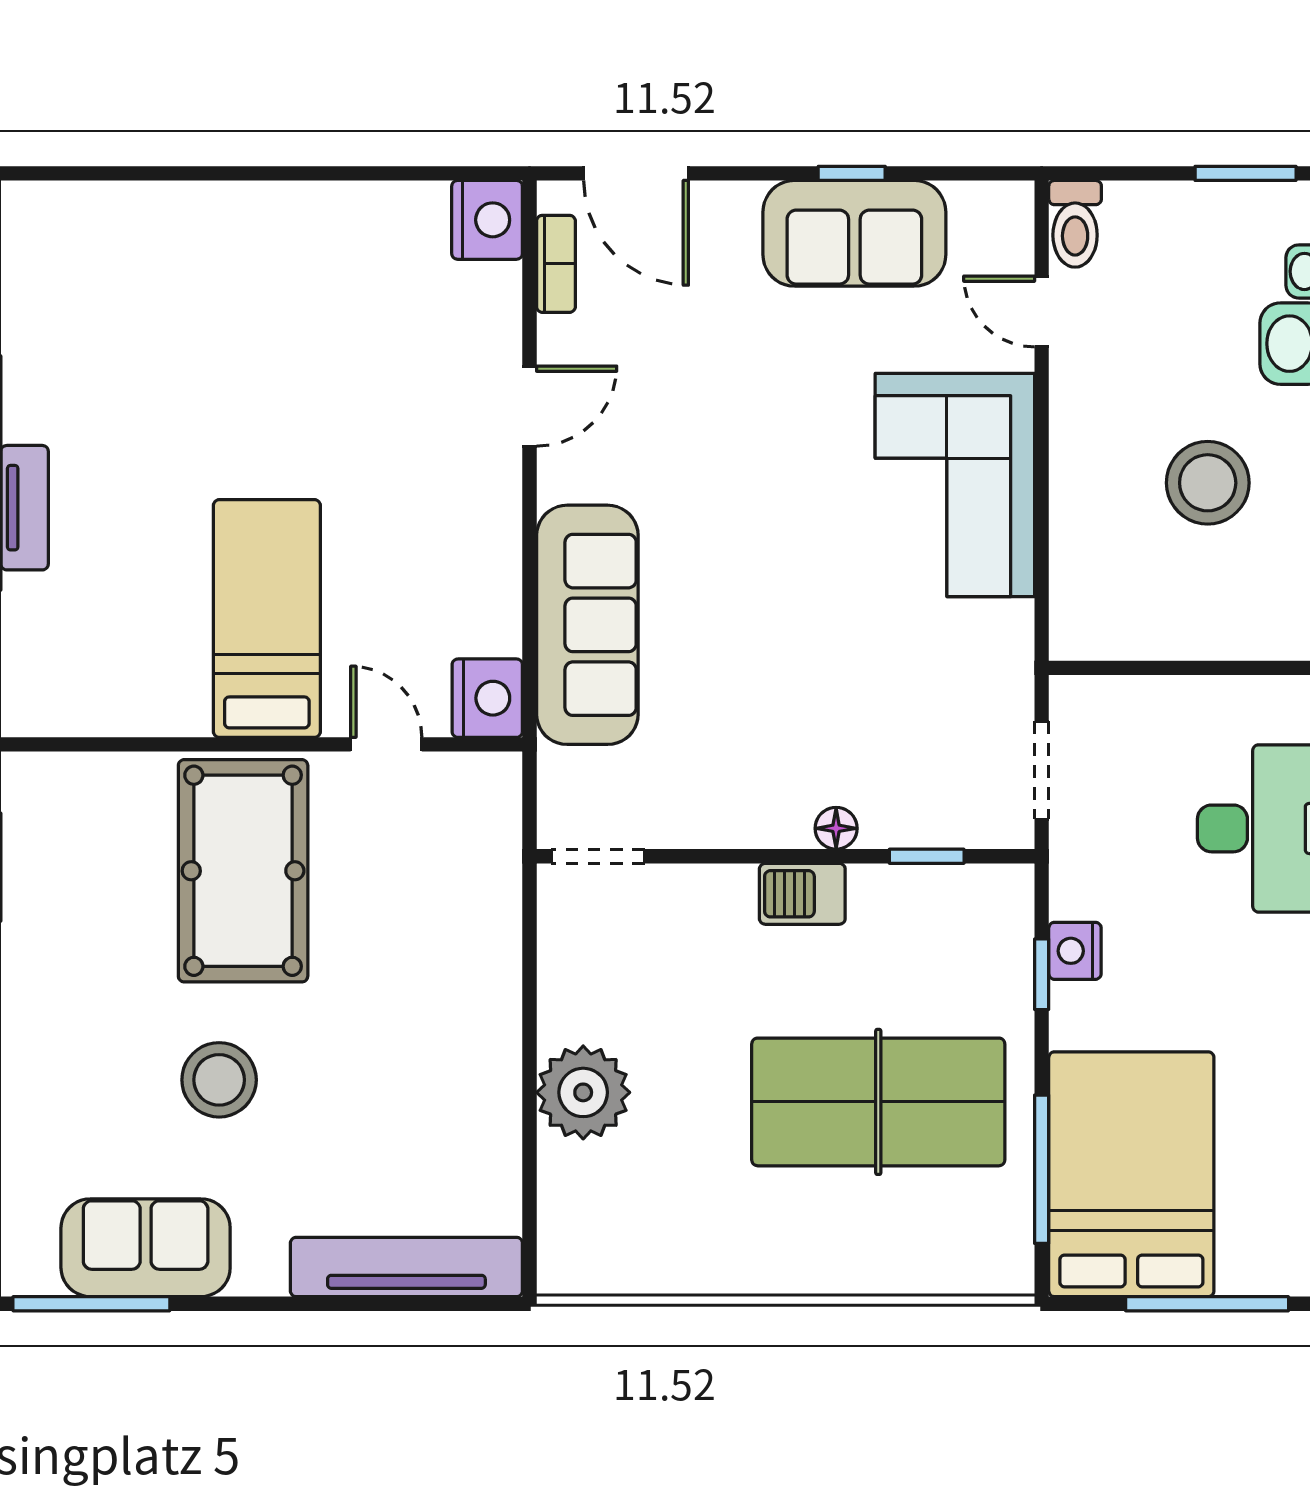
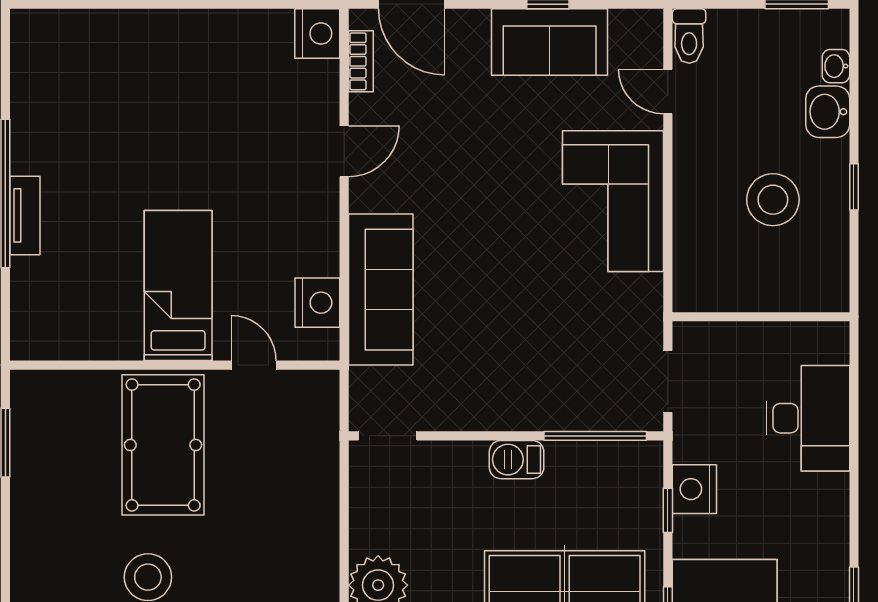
nightstand: (487, 698) -> (317, 303), moved
floor lamp: (836, 828) -> (538, 418), removed
window: (927, 856) -> (595, 436), width x2.17
nightstand: (1075, 951) -> (694, 489), width x1.36, depth x1.33

